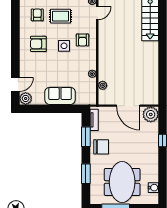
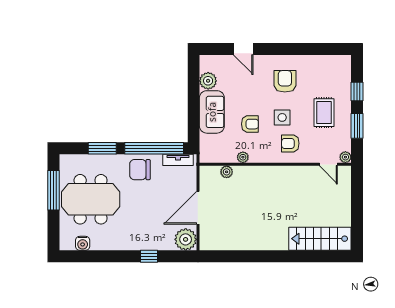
armchair: (37, 15) -> (250, 124), moved
door: (15, 84) -> (243, 49), moved
plant: (26, 98) -> (208, 81), moved
window: (86, 137) -> (154, 148), width x2.11
chair: (101, 147) -> (140, 170), turned 90

